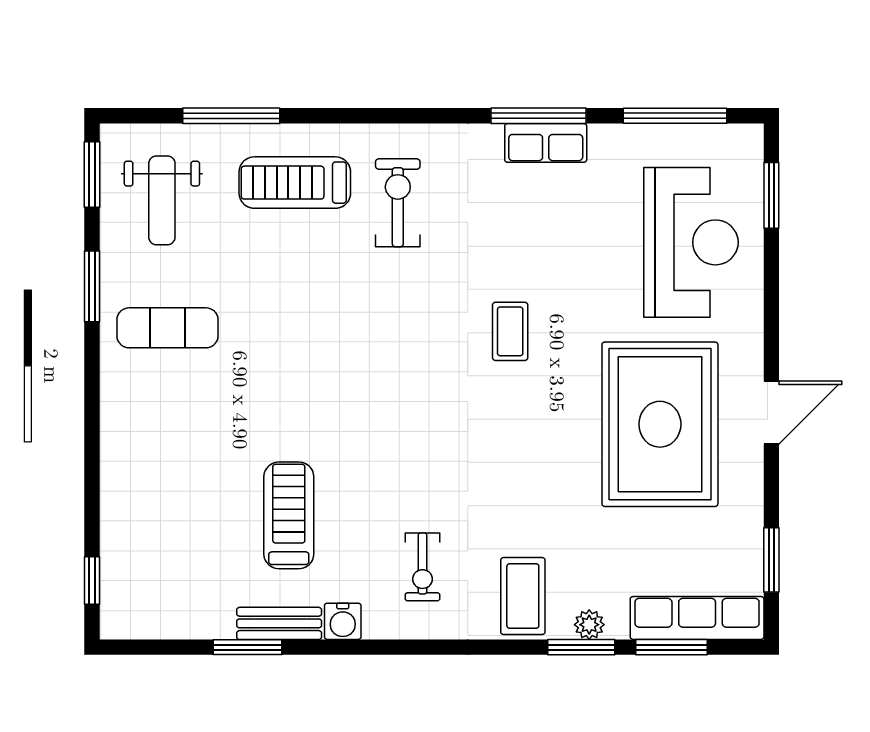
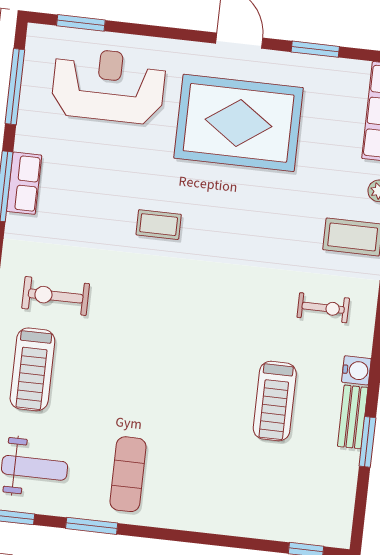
treadmill: (289, 515) -> (275, 401), turned -90
window: (771, 560) -> (315, 49), moved

